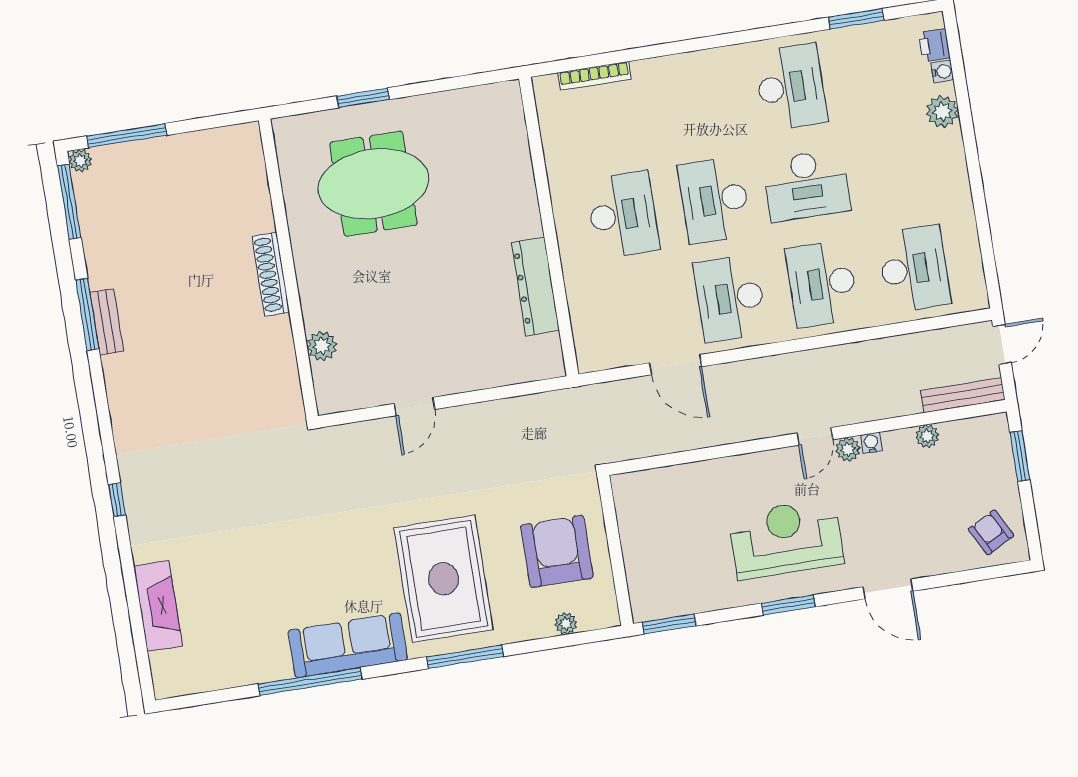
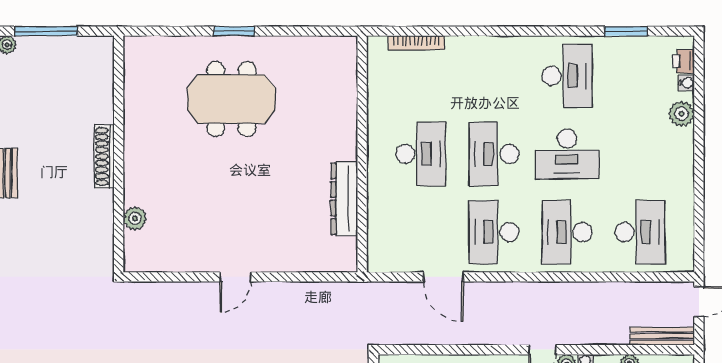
wall: (288, 268) -> (119, 154), moved
shoe rack: (271, 274) -> (104, 156), moved
plant: (322, 346) -> (135, 218), moved

